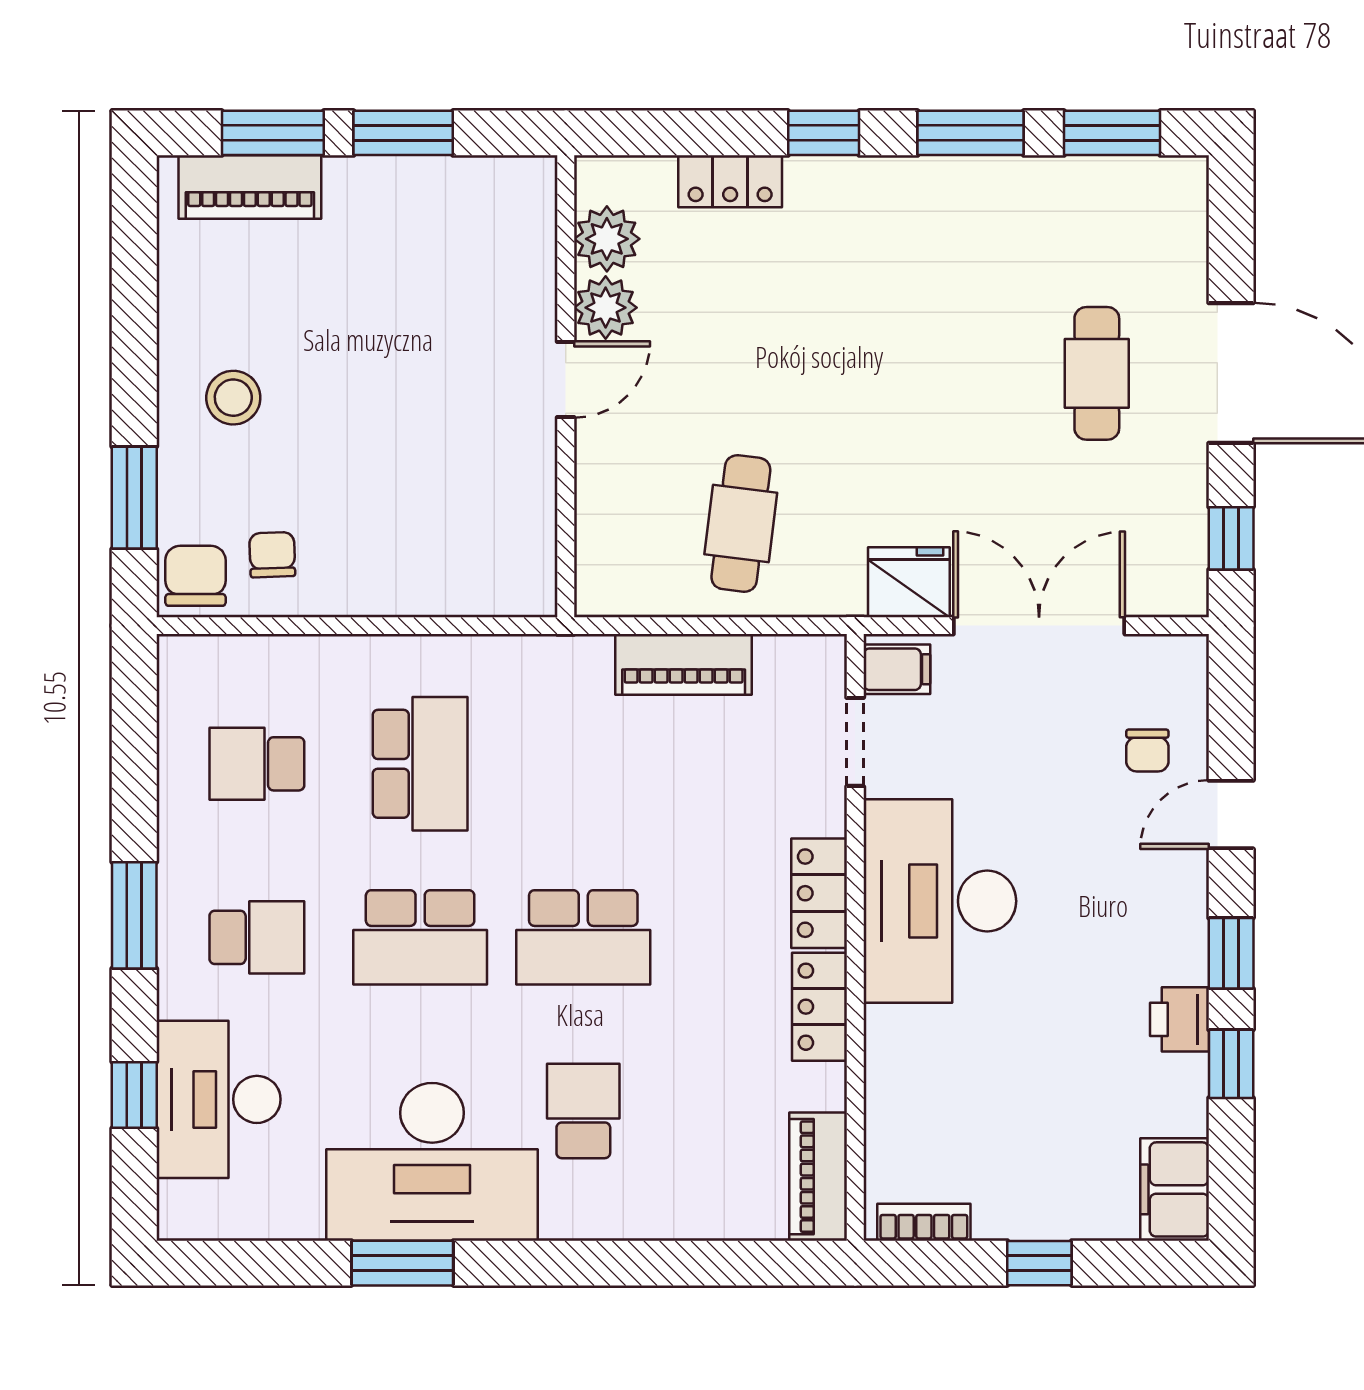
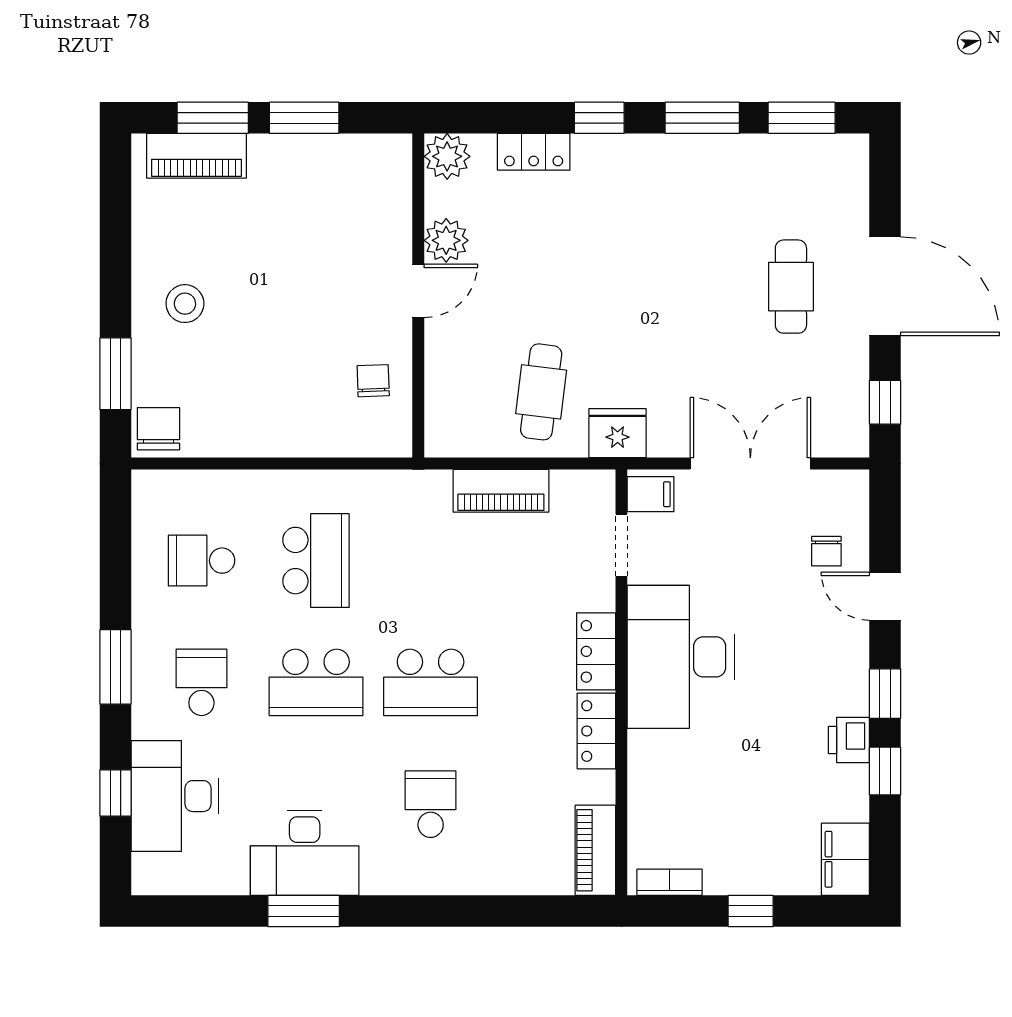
plant: (607, 239) -> (447, 156), moved
chair: (272, 555) -> (373, 381), moved
fridge: (909, 582) -> (618, 433), moved
door: (1231, 815) -> (885, 596), hinge flipped
school desk: (257, 937) -> (201, 682), turned -90
desk: (432, 1162) -> (305, 853), width x0.73, depth x0.77

